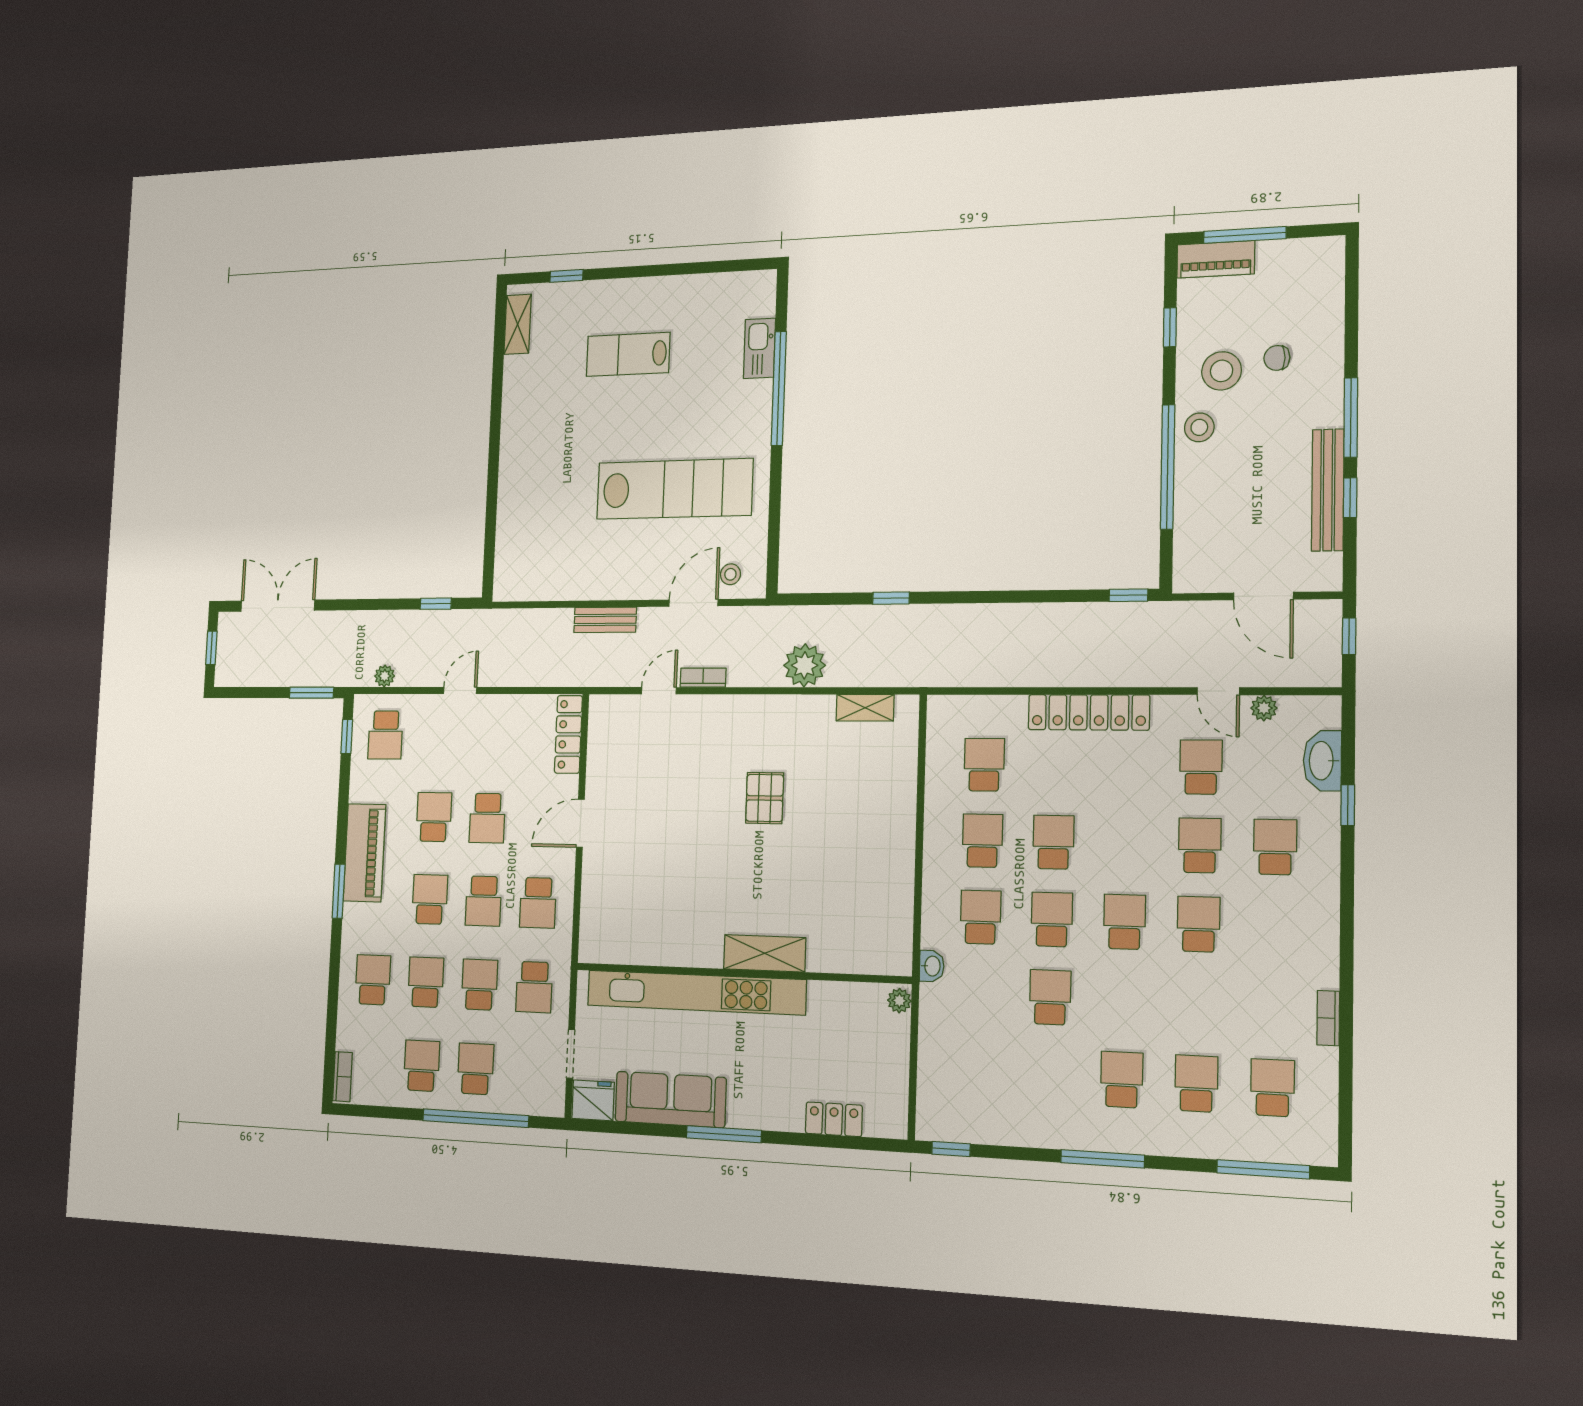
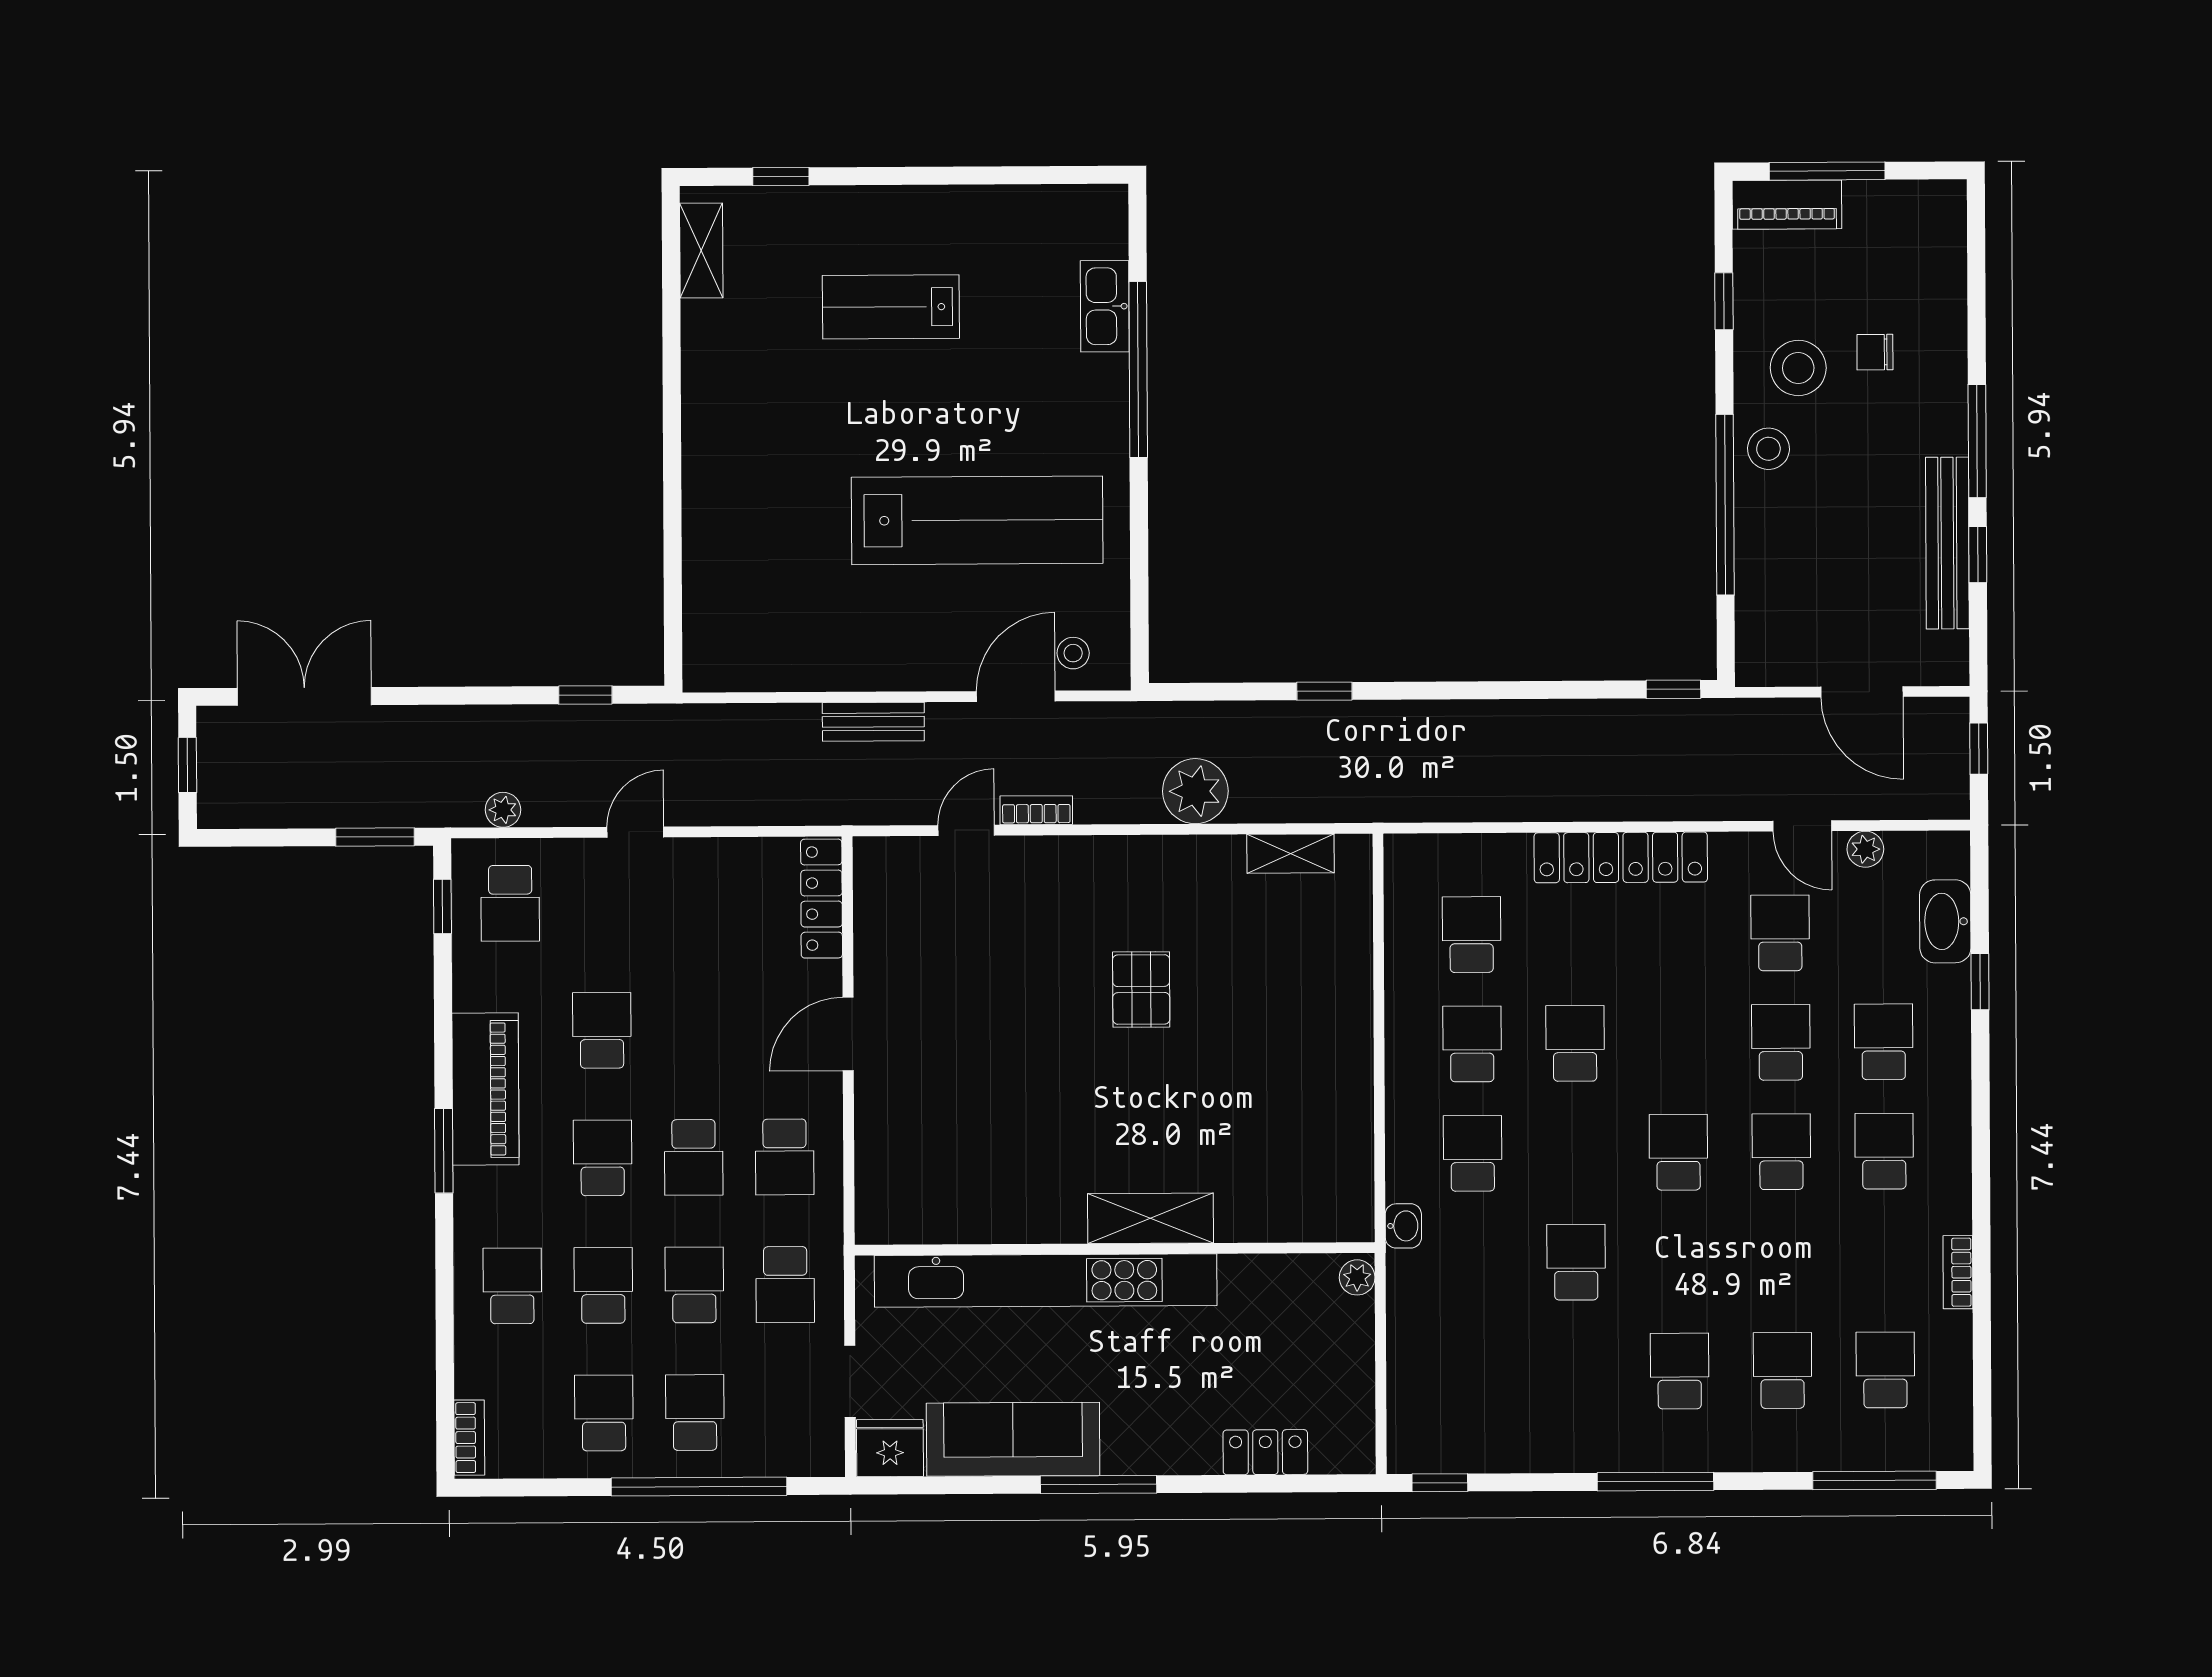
school desk: (487, 818) -> (693, 1030), removed
school desk: (1052, 919) -> (1884, 1151), moved

